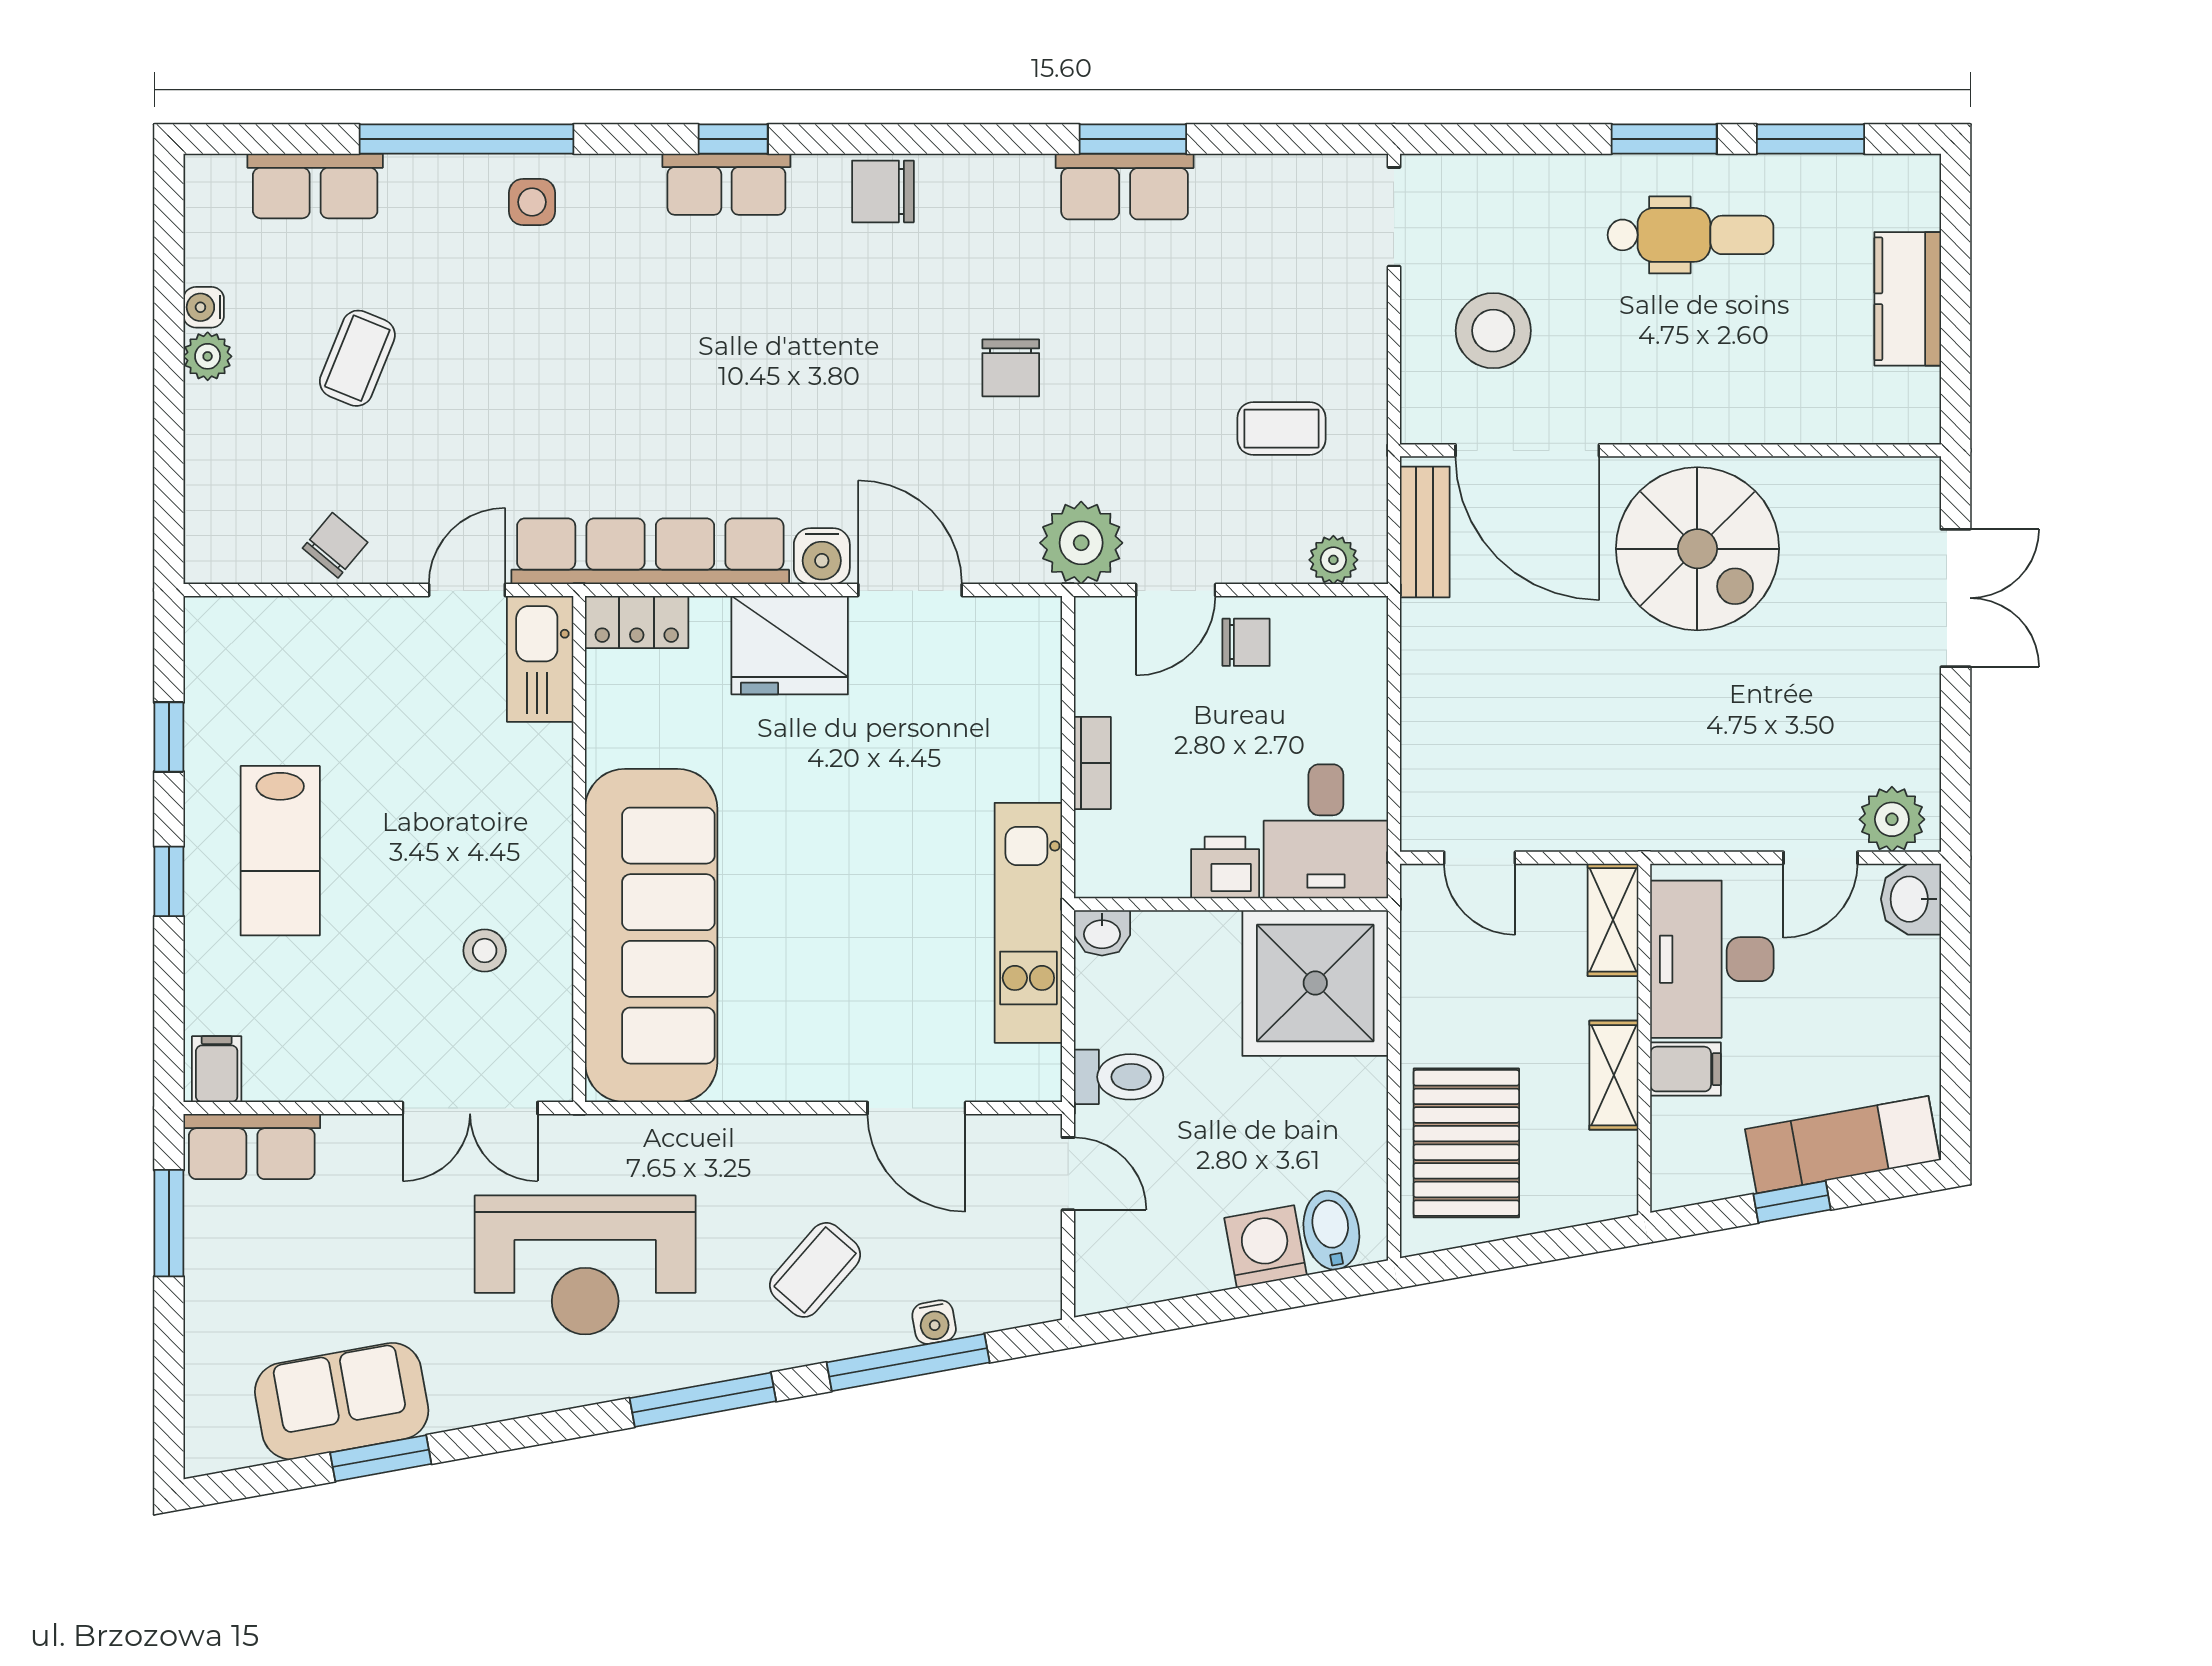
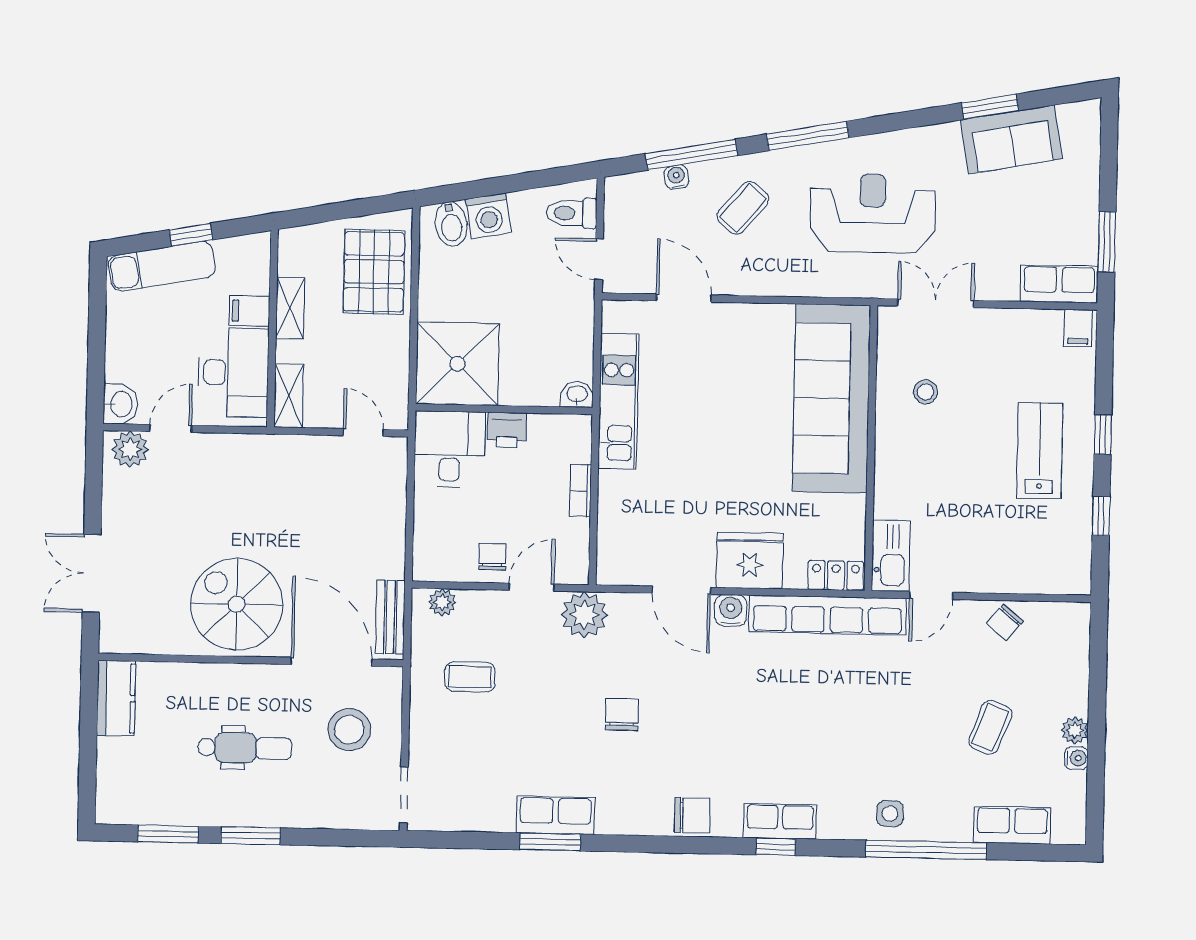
dental chair: (1691, 235) -> (245, 748), moved, turned 180
kitchen counter: (1908, 299) -> (116, 698), moved
chair: (1246, 642) -> (492, 557), turned 90
toilet: (1119, 1077) -> (572, 213), moved

